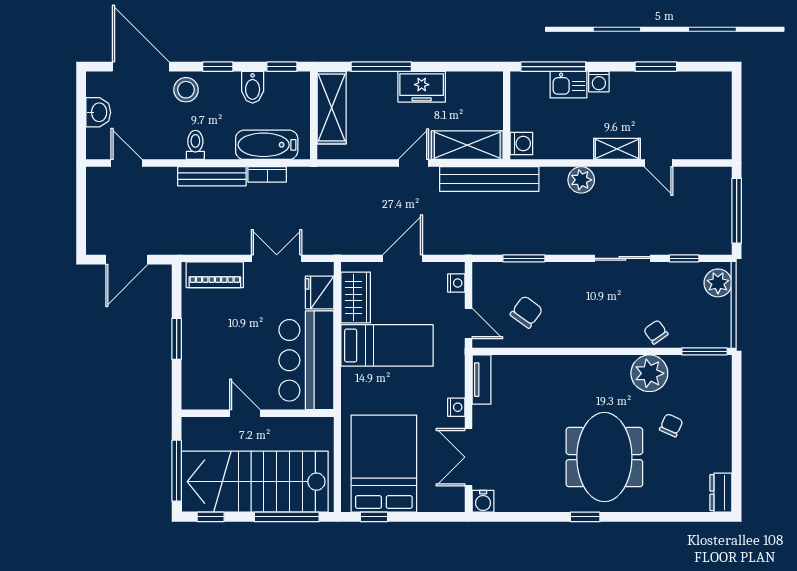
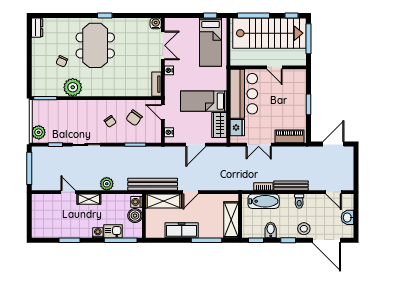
freezer: (422, 87) -> (182, 230), width x1.40
boiler: (525, 116) -> (135, 216), added
chair: (656, 332) -> (110, 121), moved
bed: (384, 464) -> (211, 42), width x0.67

